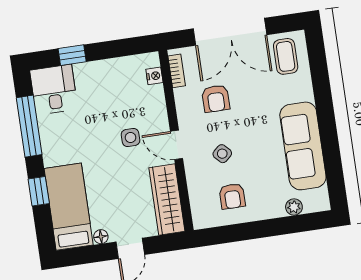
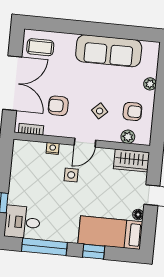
nightstand: (154, 76) -> (53, 148), moved
armchair: (216, 99) -> (58, 106), turned 180
plant: (198, 198) -> (128, 137), added
wardrobe: (167, 199) -> (131, 161), width x0.67
plant: (294, 207) -> (150, 84), moved

